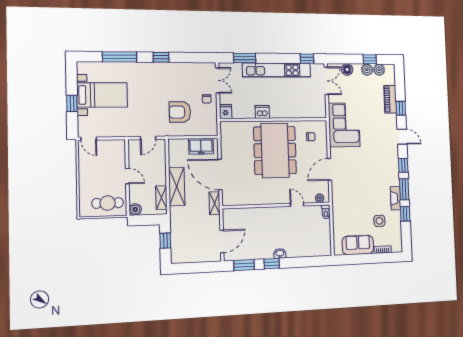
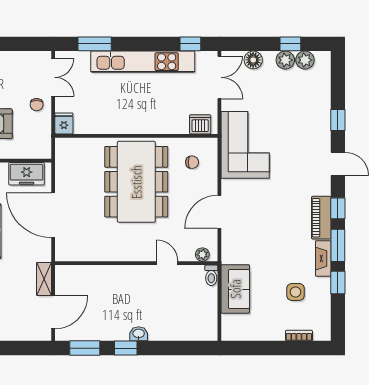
piano: (390, 99) -> (321, 218), moved
dishwasher: (262, 112) -> (200, 124), moved
shelving: (215, 203) -> (44, 279), moved
sofa: (358, 245) -> (235, 289), moved, turned 90

